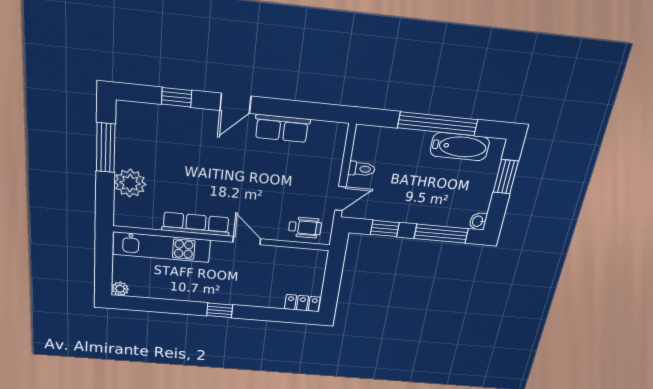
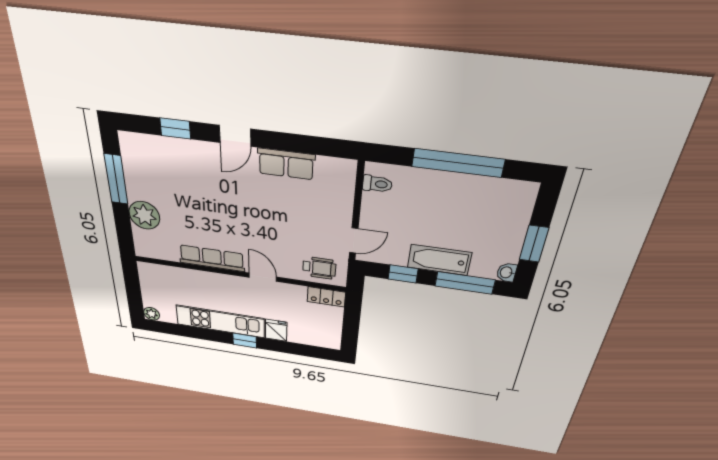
bathtub: (460, 147) -> (439, 260), moved, turned 180
toilet: (362, 169) -> (377, 184), moved
window: (506, 177) -> (534, 244), moved
kitchen unit: (162, 247) -> (220, 321), moved, turned 180
fridge: (255, 296) -> (276, 330), added
locker: (302, 303) -> (326, 297), moved, turned 180

